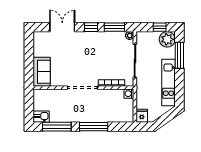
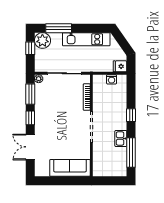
sofa: (42, 72) -> (70, 168), width x1.36
washing machine: (129, 94) -> (112, 79), moved
kitchen sink: (41, 117) -> (121, 138), moved
window: (94, 127) -> (131, 115), width x0.46

